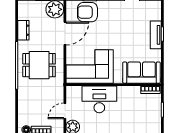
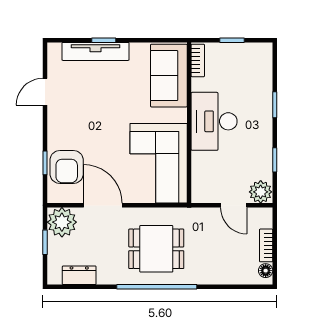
dresser: (23, 30) -> (79, 275), moved
tv unit: (156, 35) -> (96, 51), width x1.41
dining table: (39, 65) -> (156, 249), turned 90
desk: (99, 99) -> (214, 121), moved

